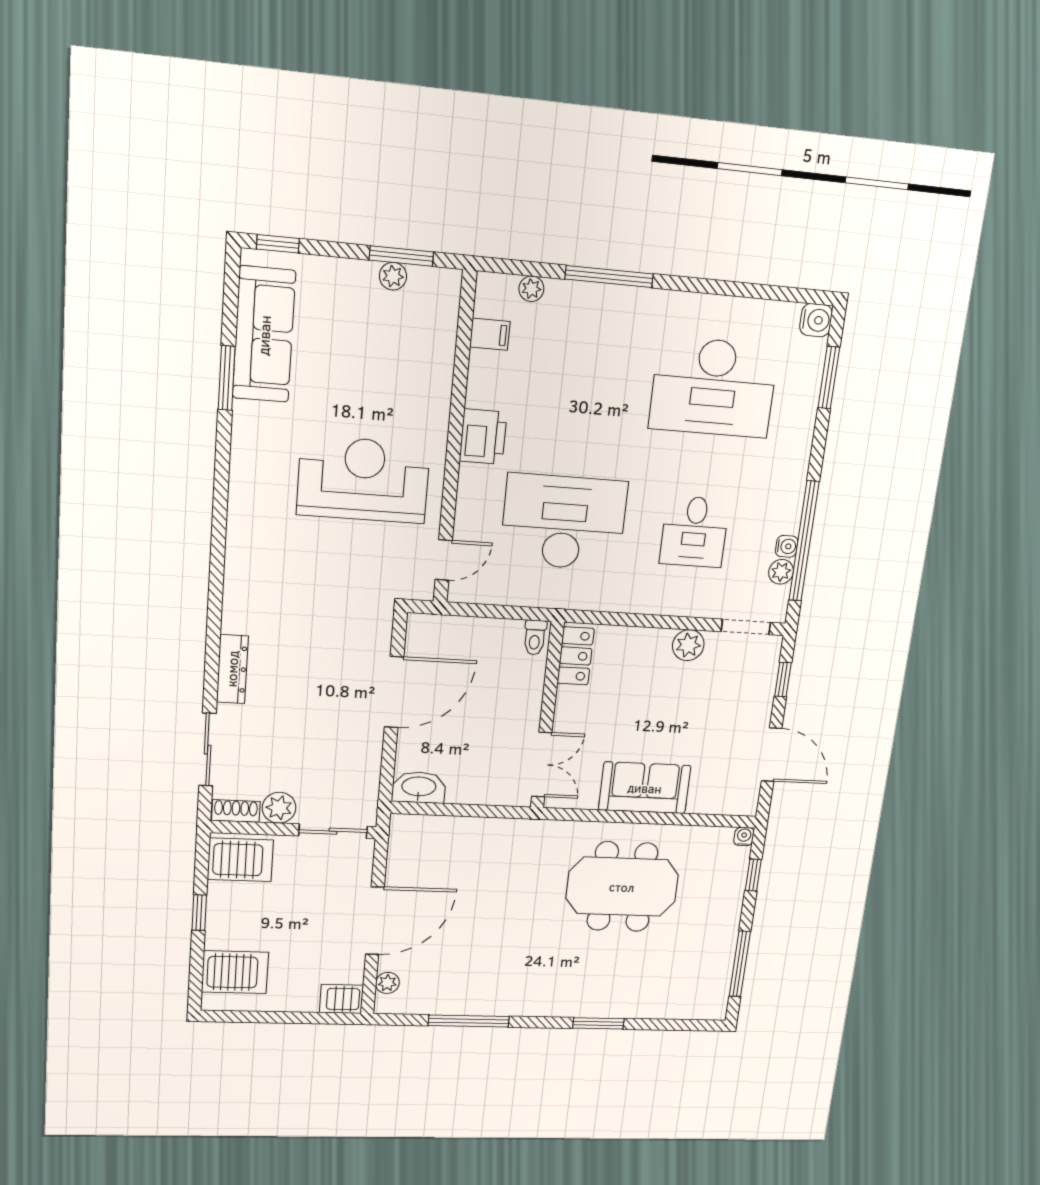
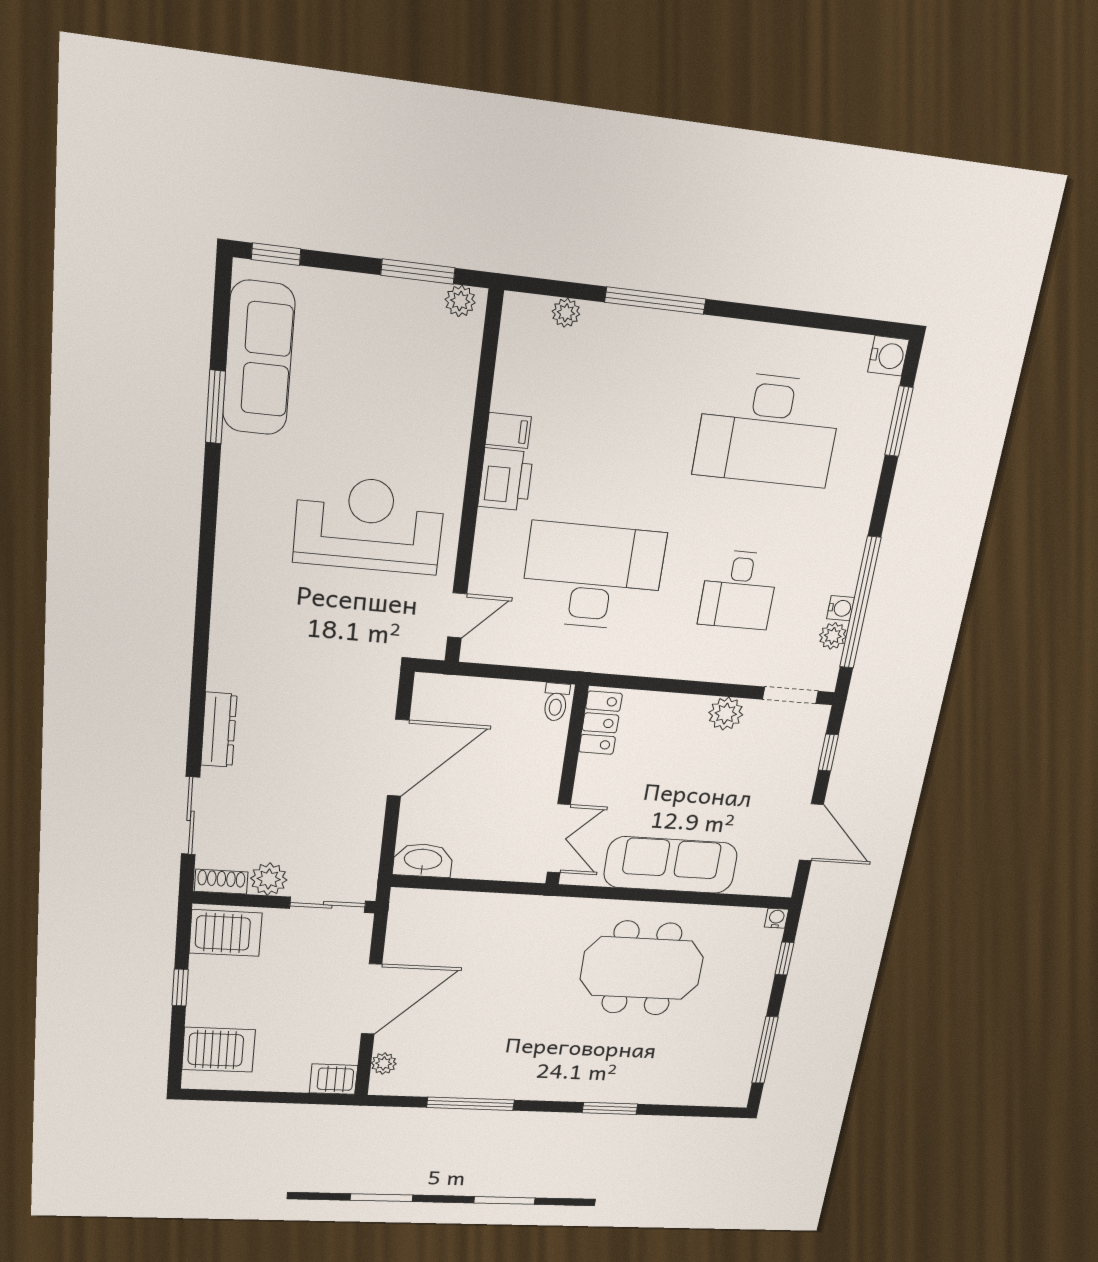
plant: (393, 276) -> (460, 301), moved
filing cabinet: (490, 334) -> (508, 431), moved
sofa: (645, 788) -> (671, 865), width x1.36

